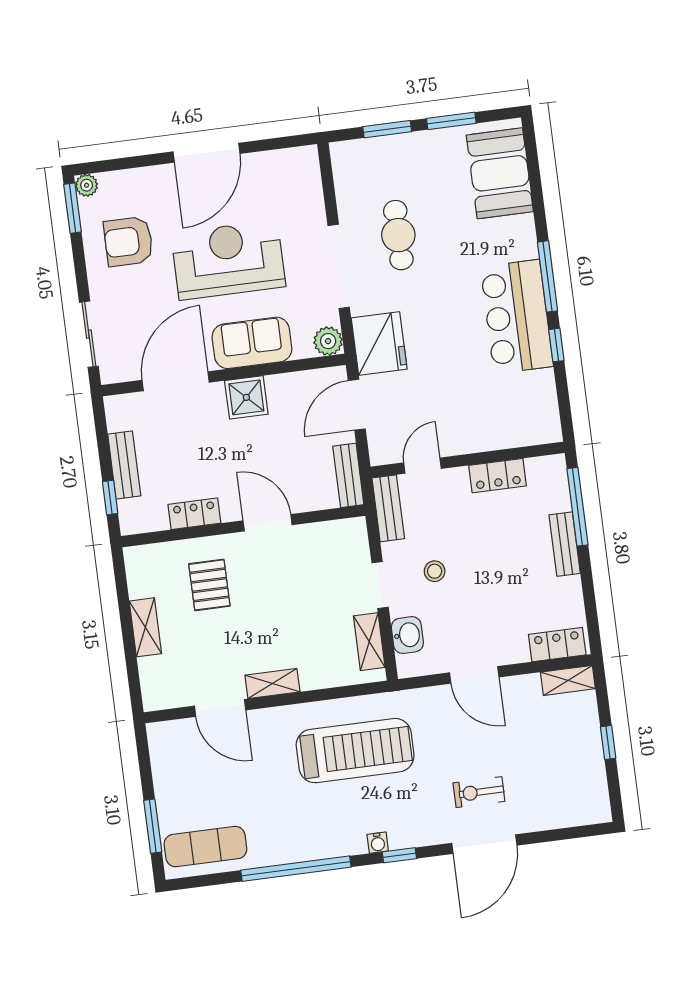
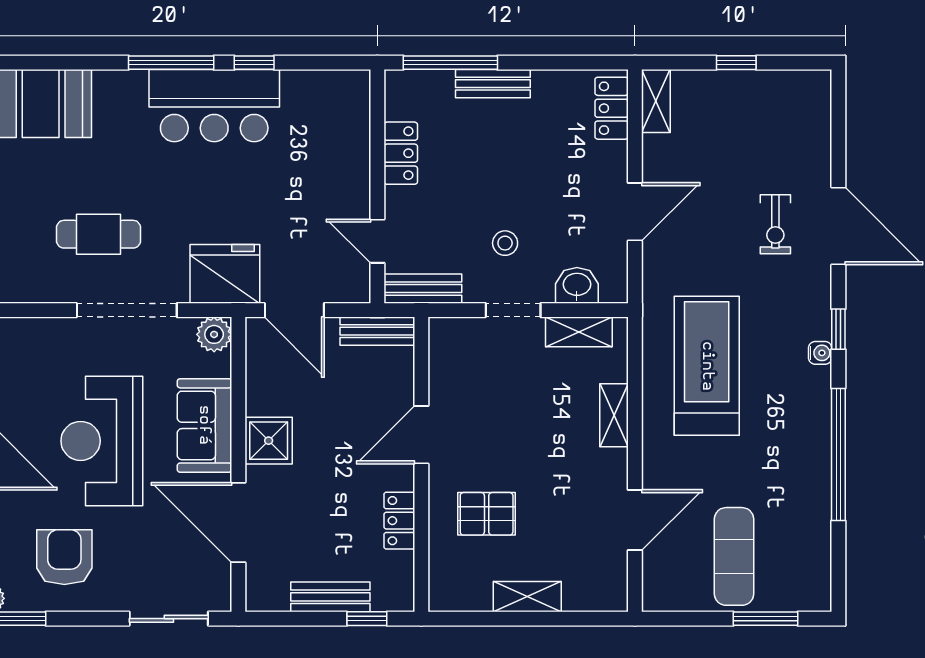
armchair: (128, 241) -> (64, 557), turned 180
shelving: (272, 684) -> (614, 415), moved
exercise mat: (205, 847) -> (734, 556), moved

